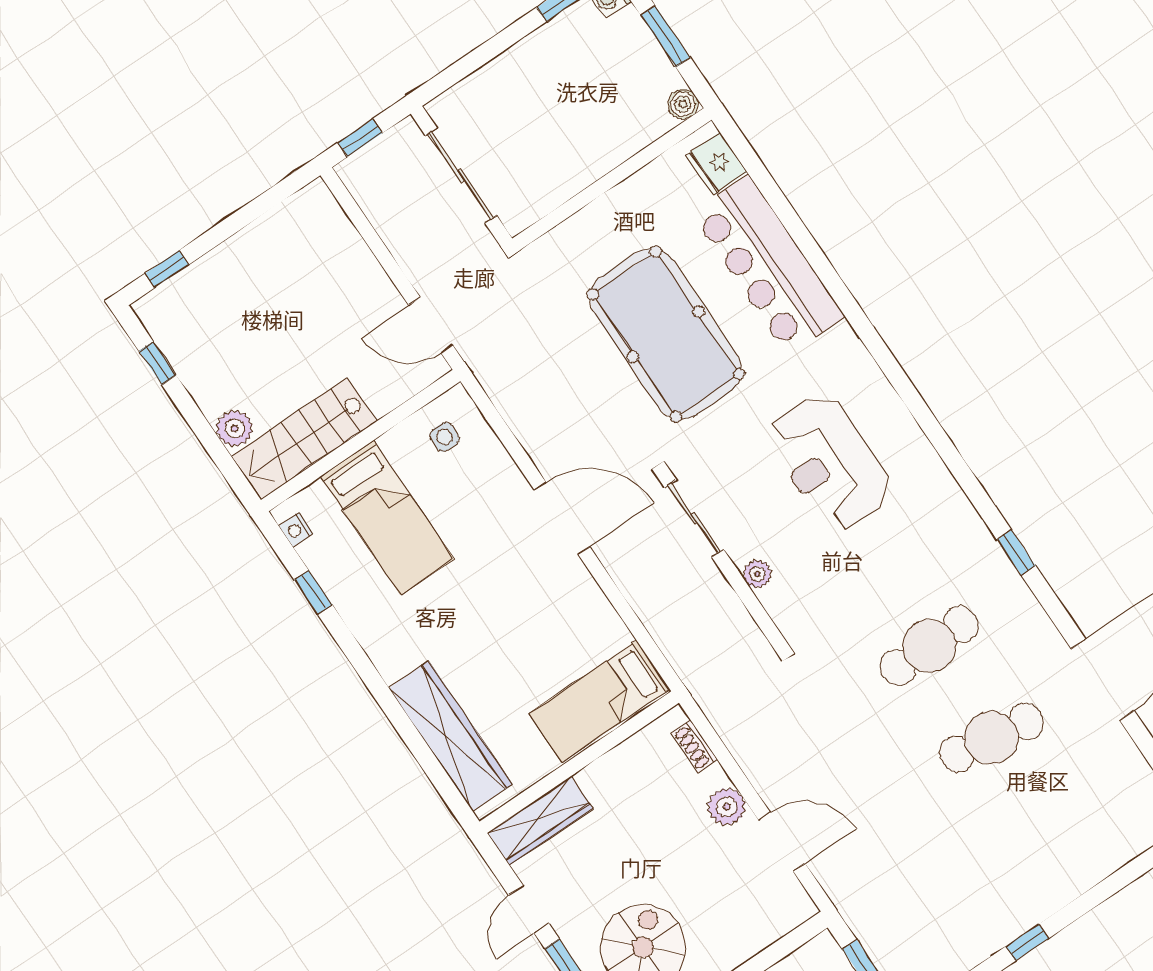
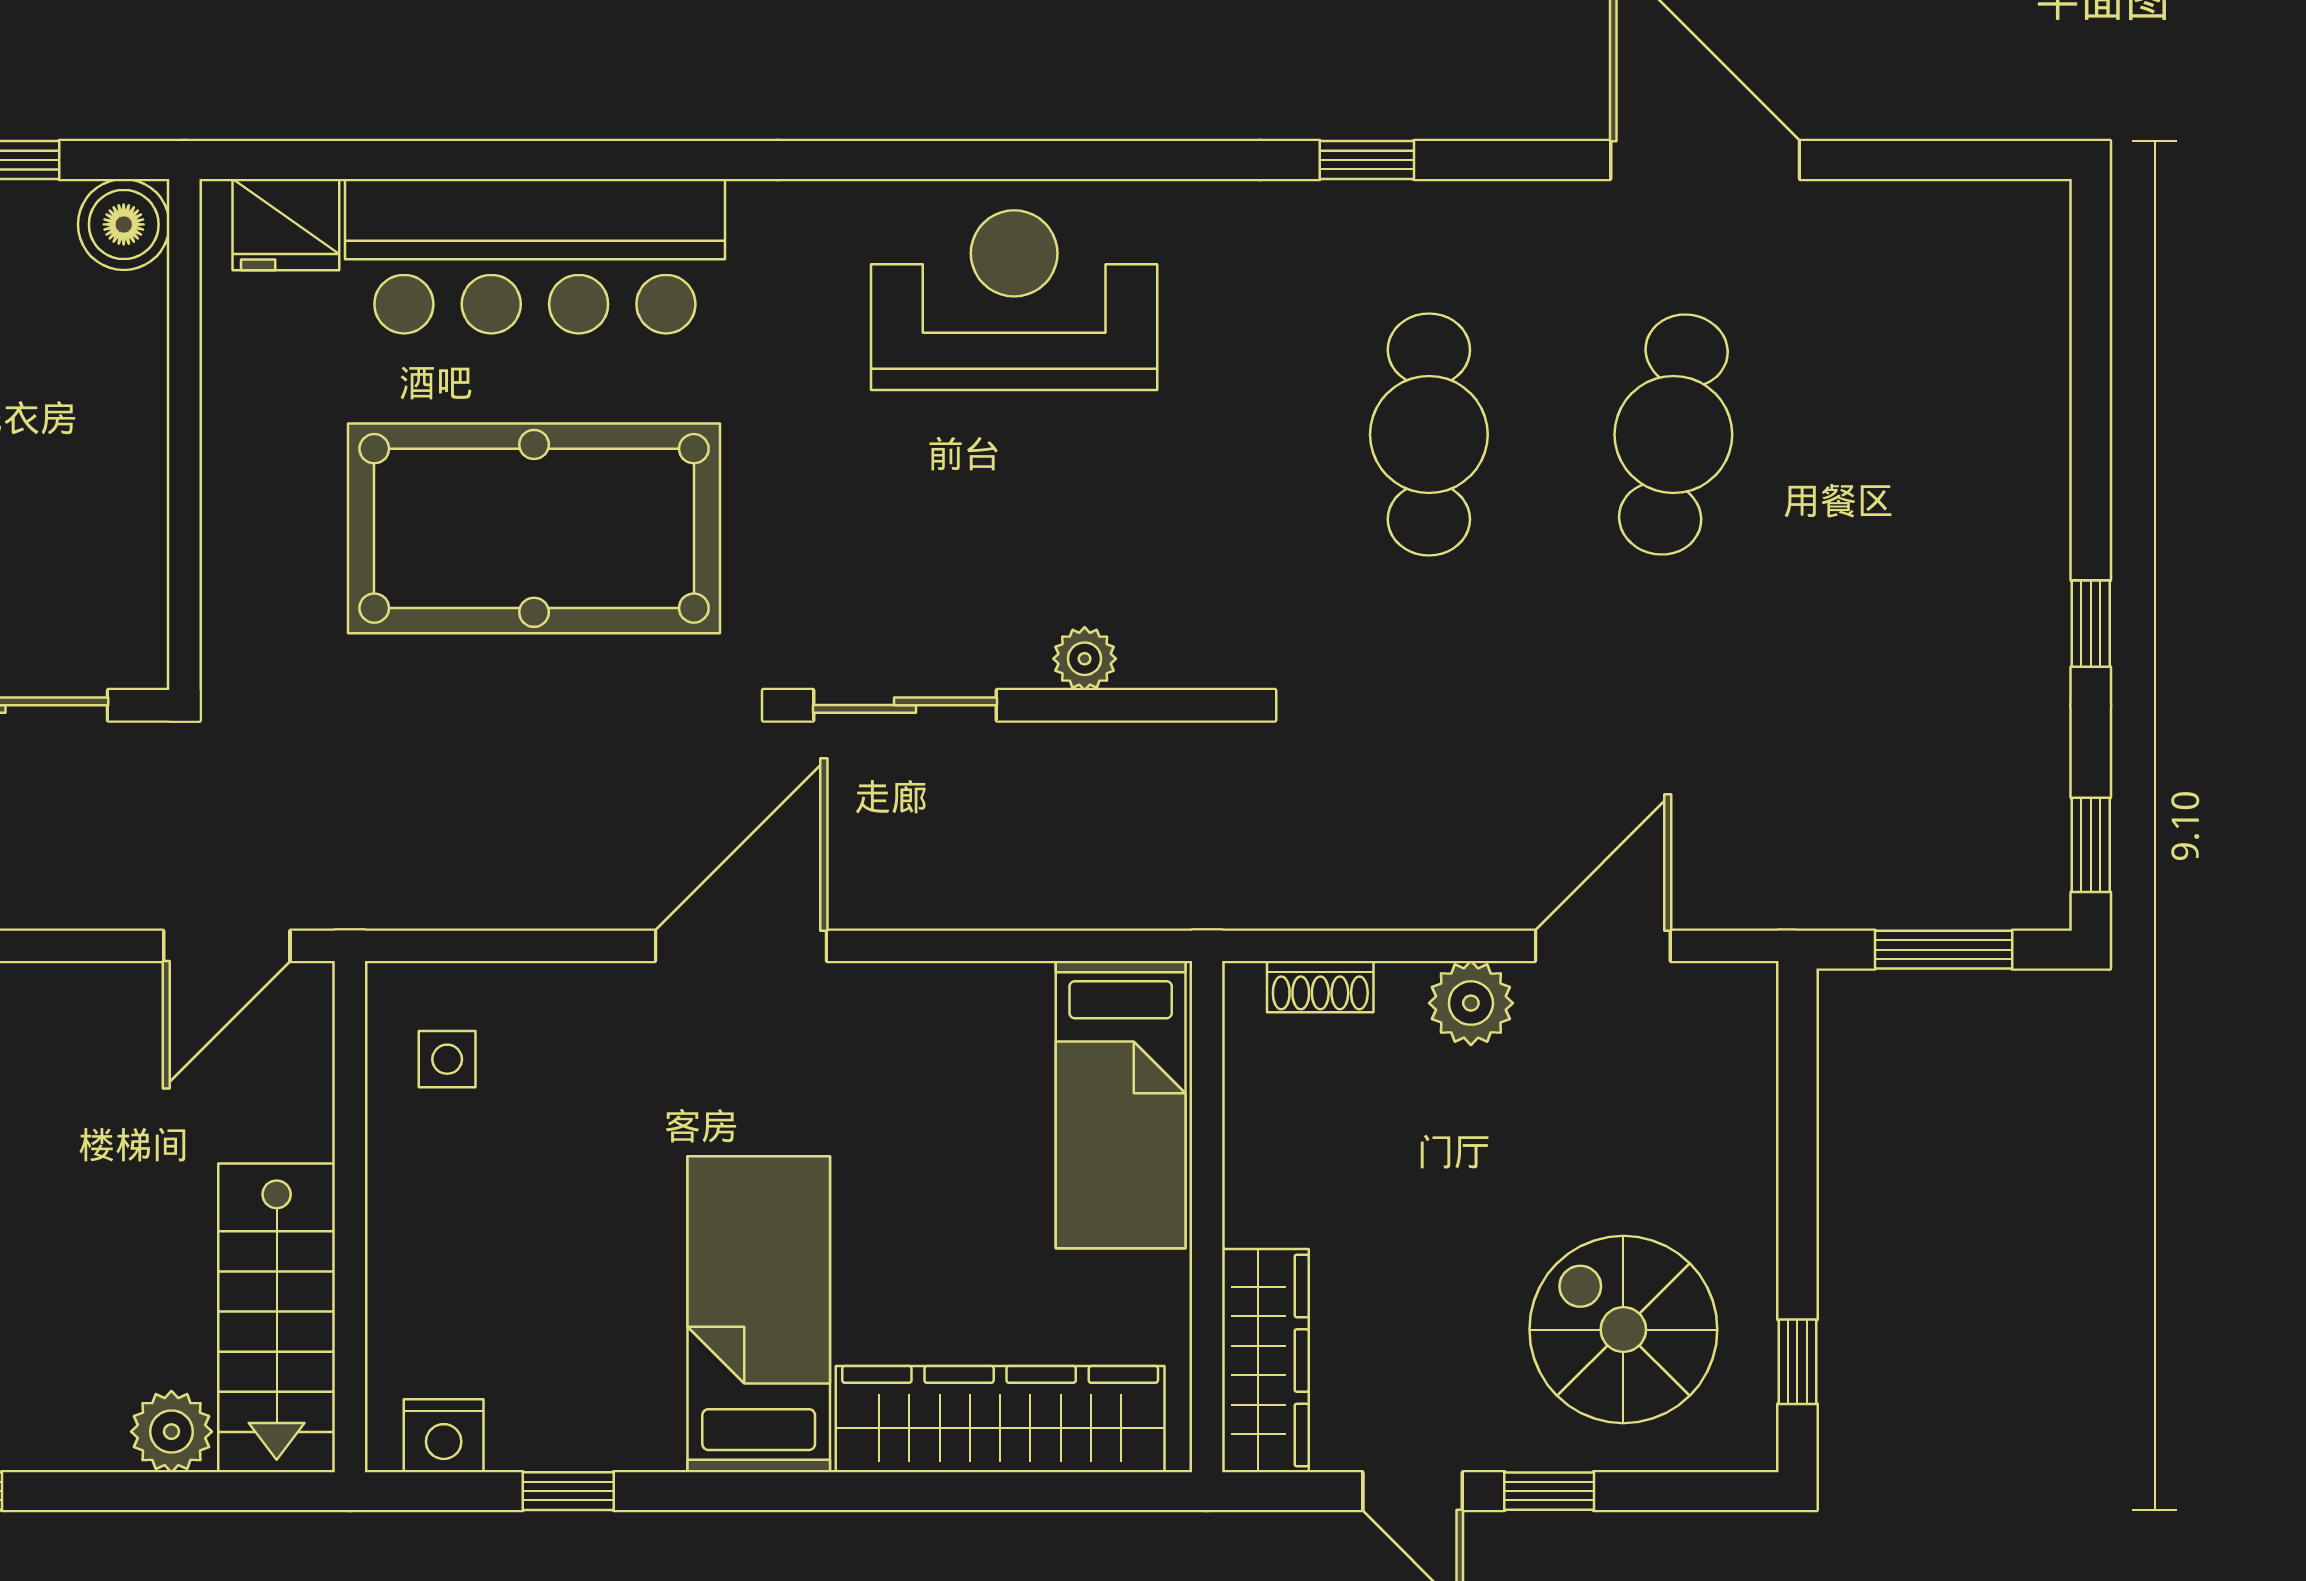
boiler: (683, 104) -> (124, 224), width x1.36, depth x1.36
reception desk: (830, 463) -> (1014, 300), moved, turned 180
bed: (387, 518) -> (759, 1314), moved, turned -90
nightstand: (296, 530) -> (444, 1436), width x1.39, depth x1.35

